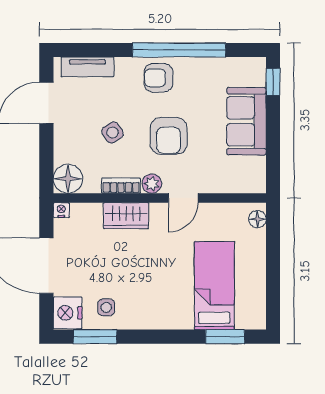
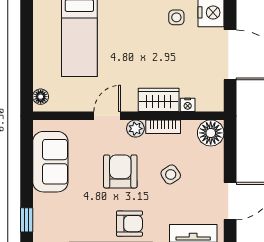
sofa: (246, 121) -> (50, 162), moved
nightstand: (61, 210) -> (188, 105), moved

